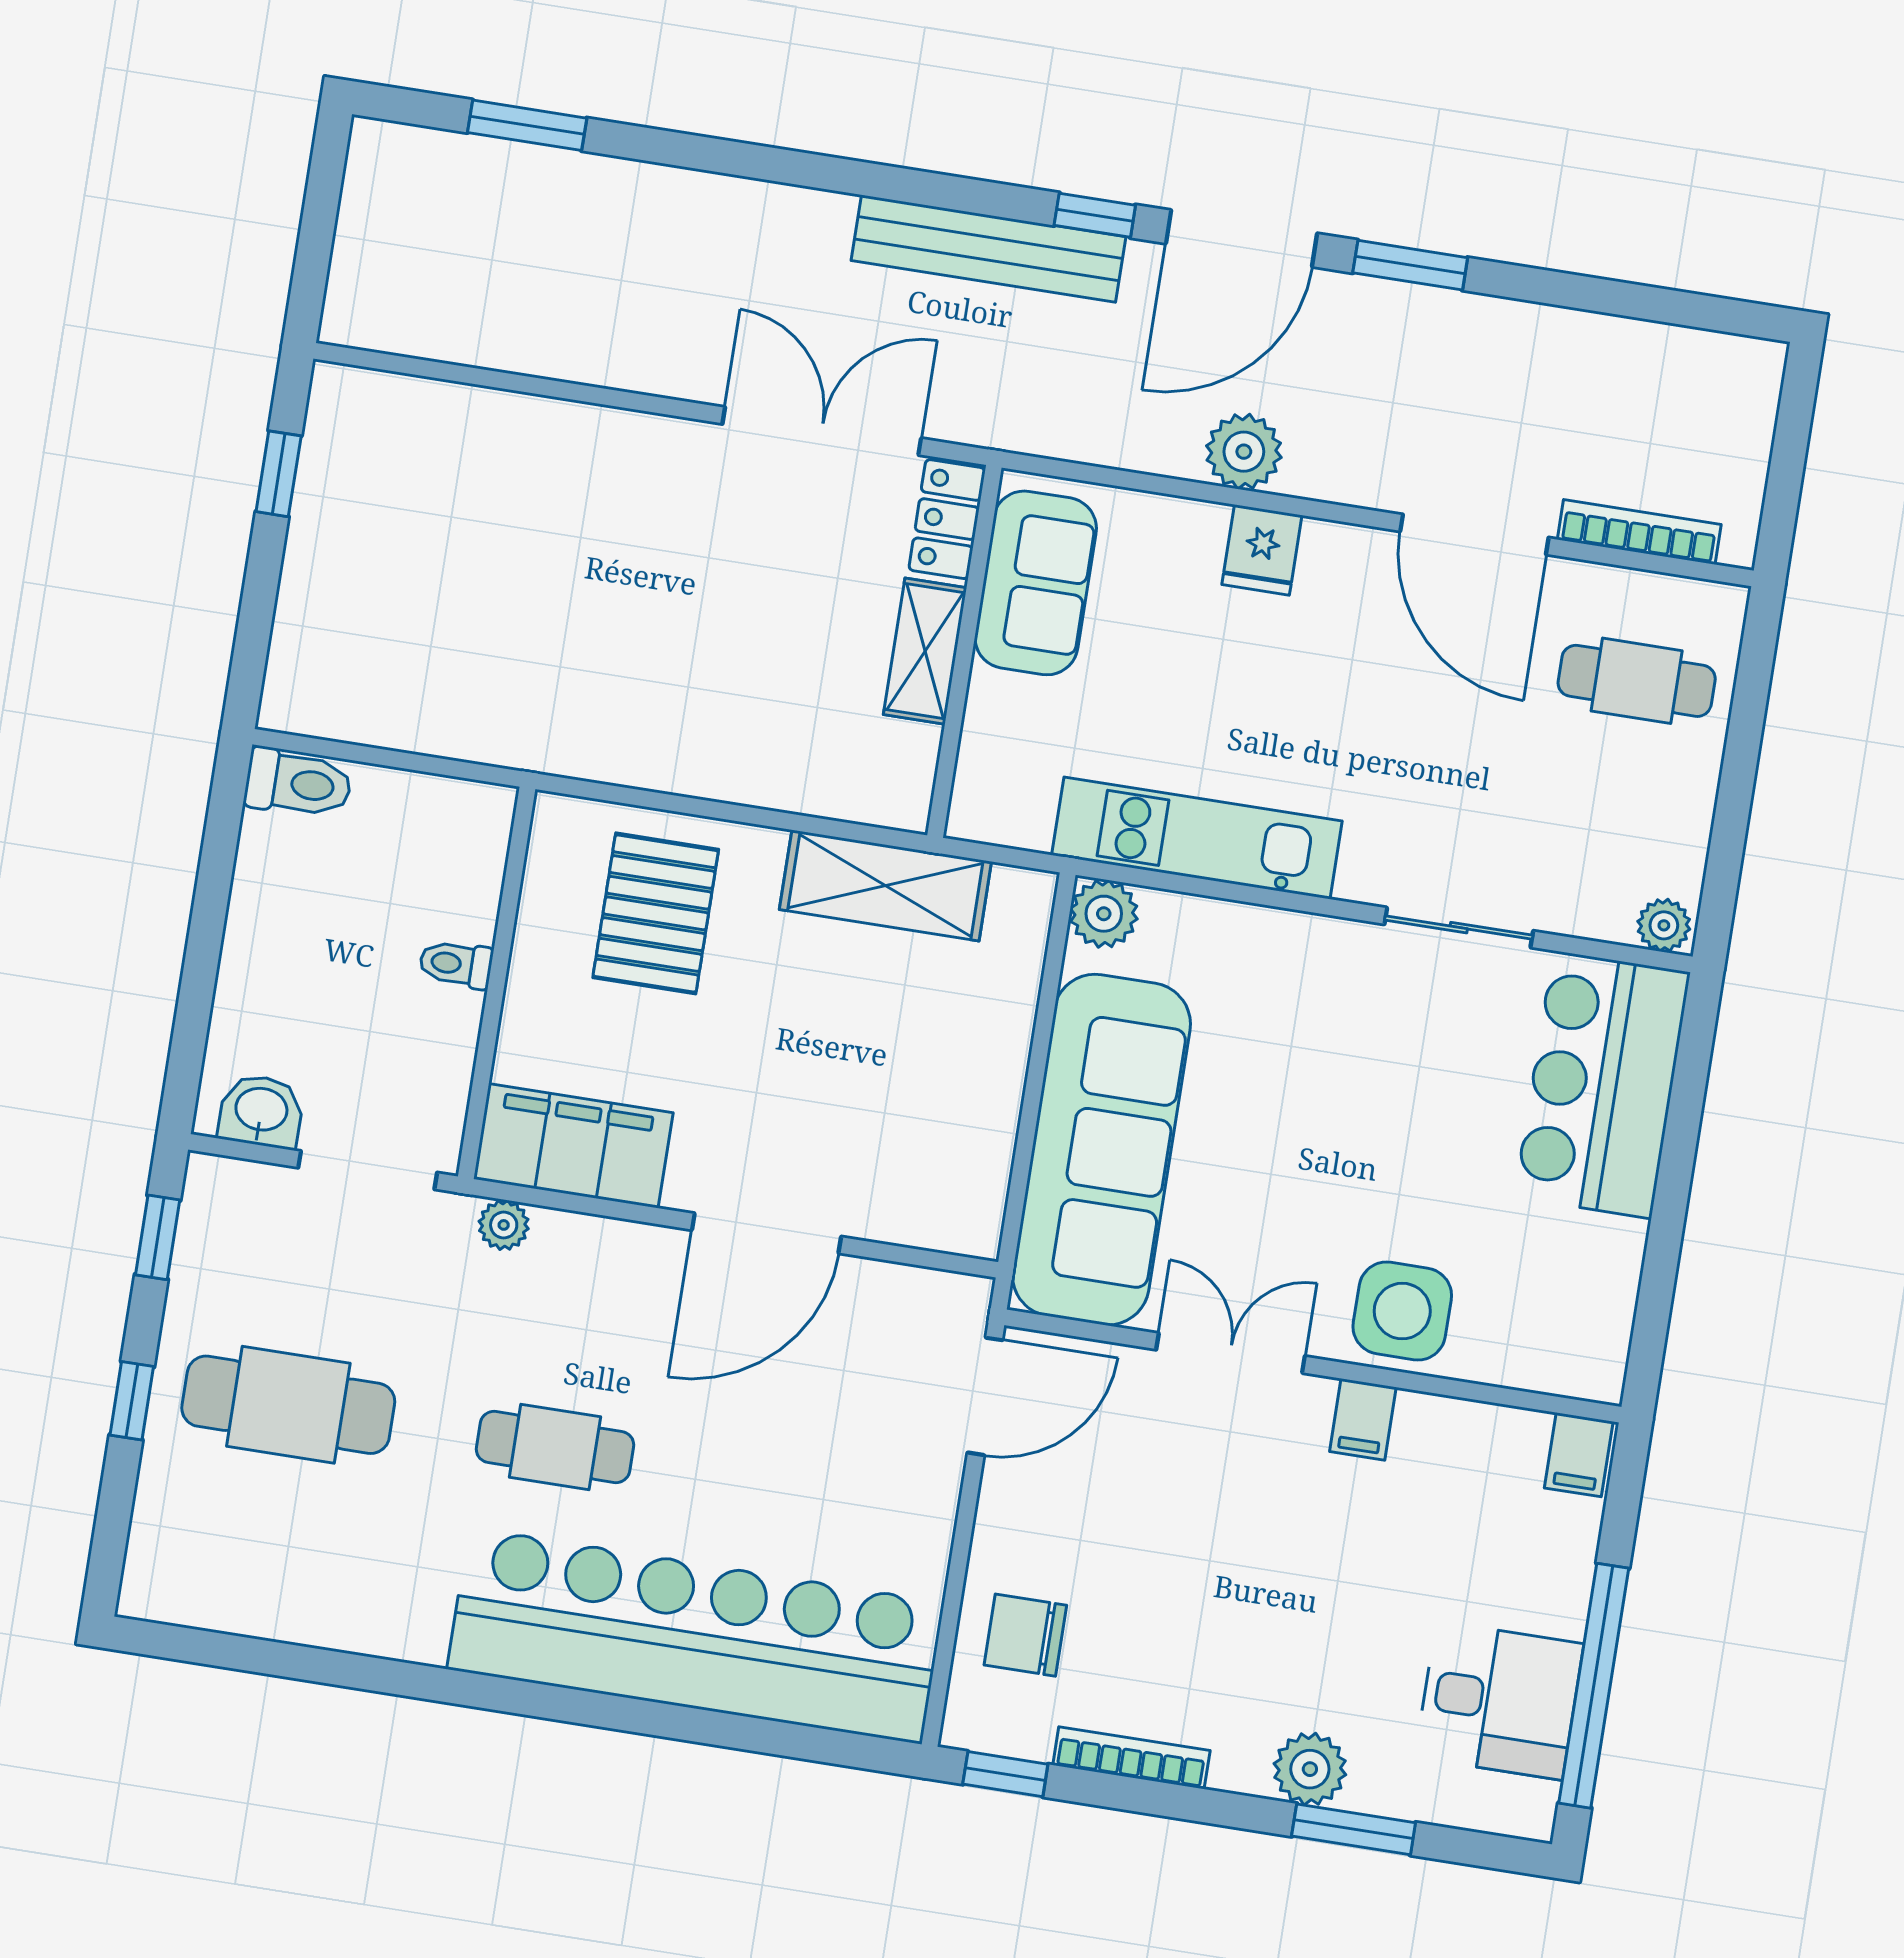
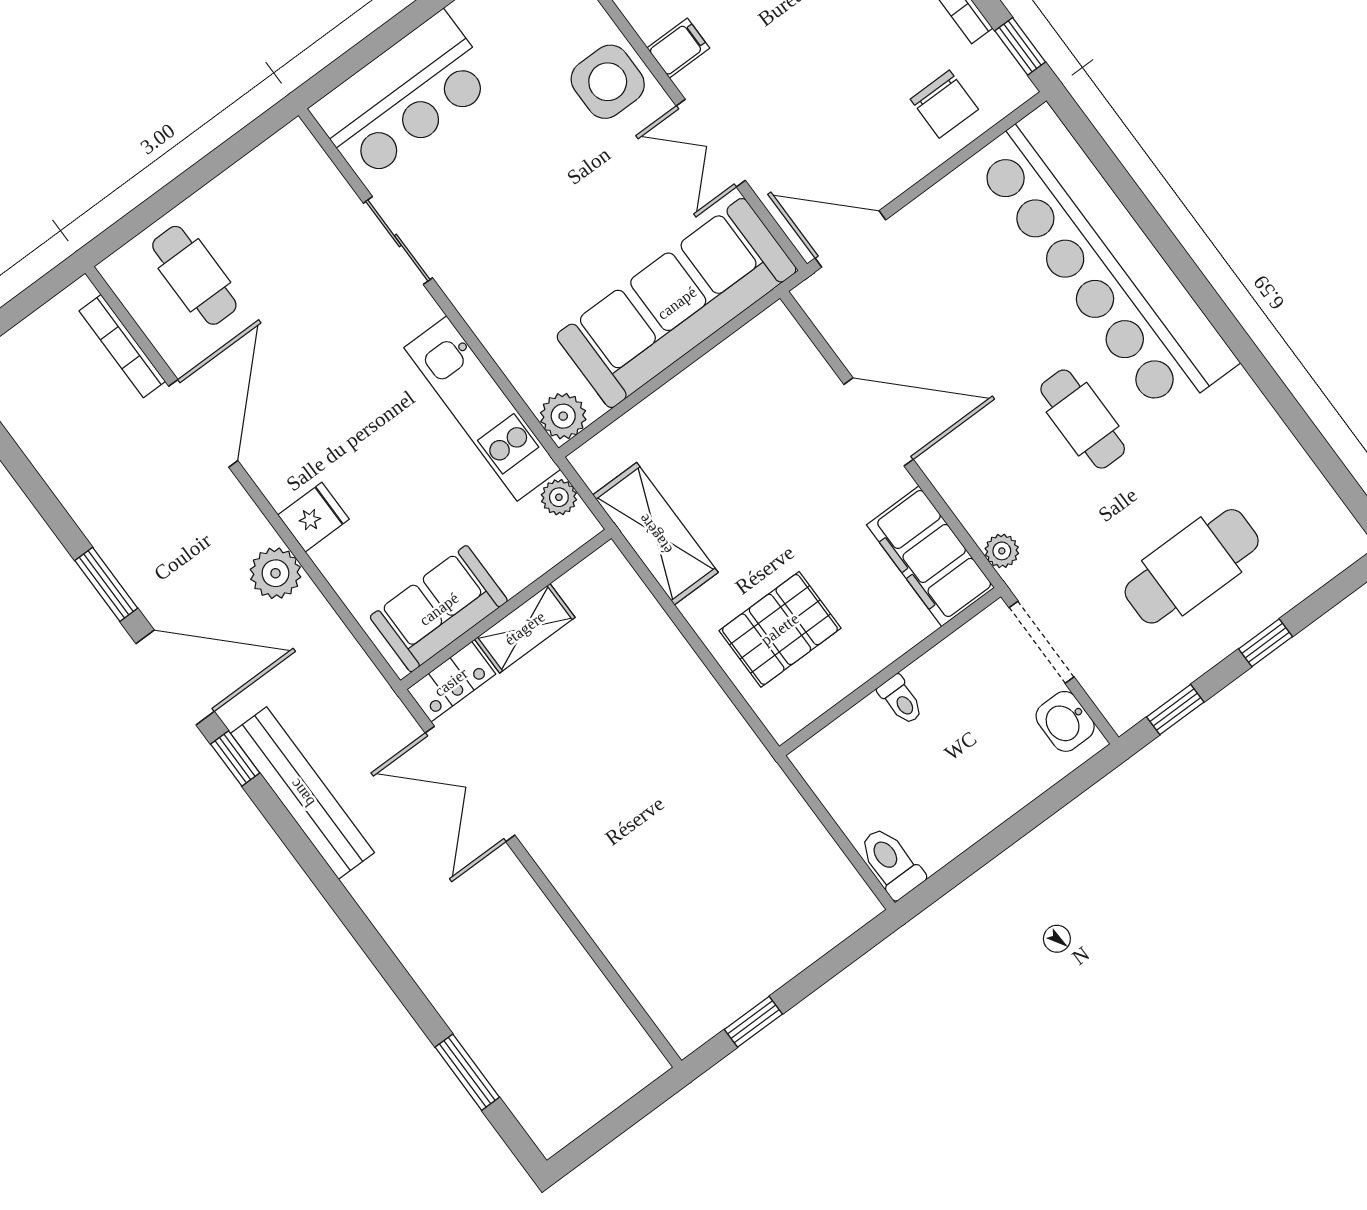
plant: (1664, 925) -> (559, 497), moved
cafe table: (288, 1405) -> (1192, 566), turned 90

